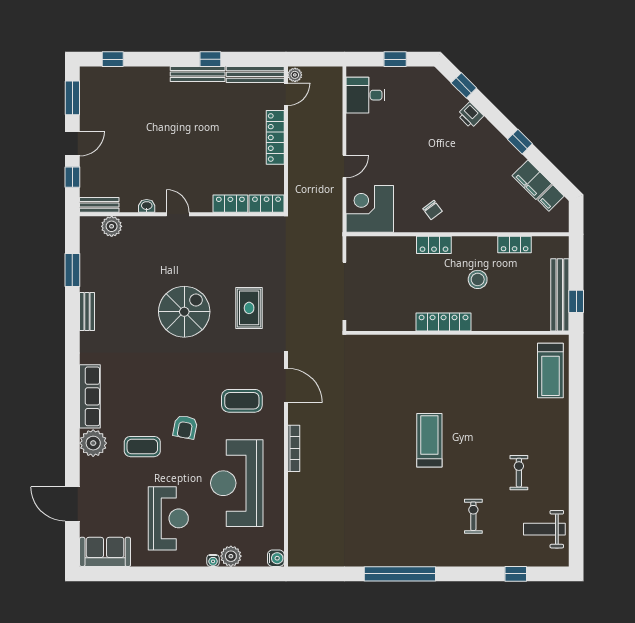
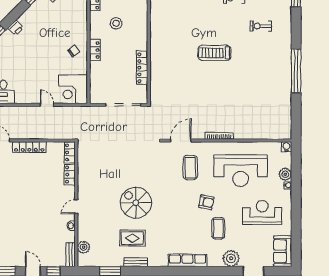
rug: (249, 308) -> (132, 238), moved
locker: (444, 322) -> (142, 68), moved
plant: (93, 443) -> (231, 258), moved

